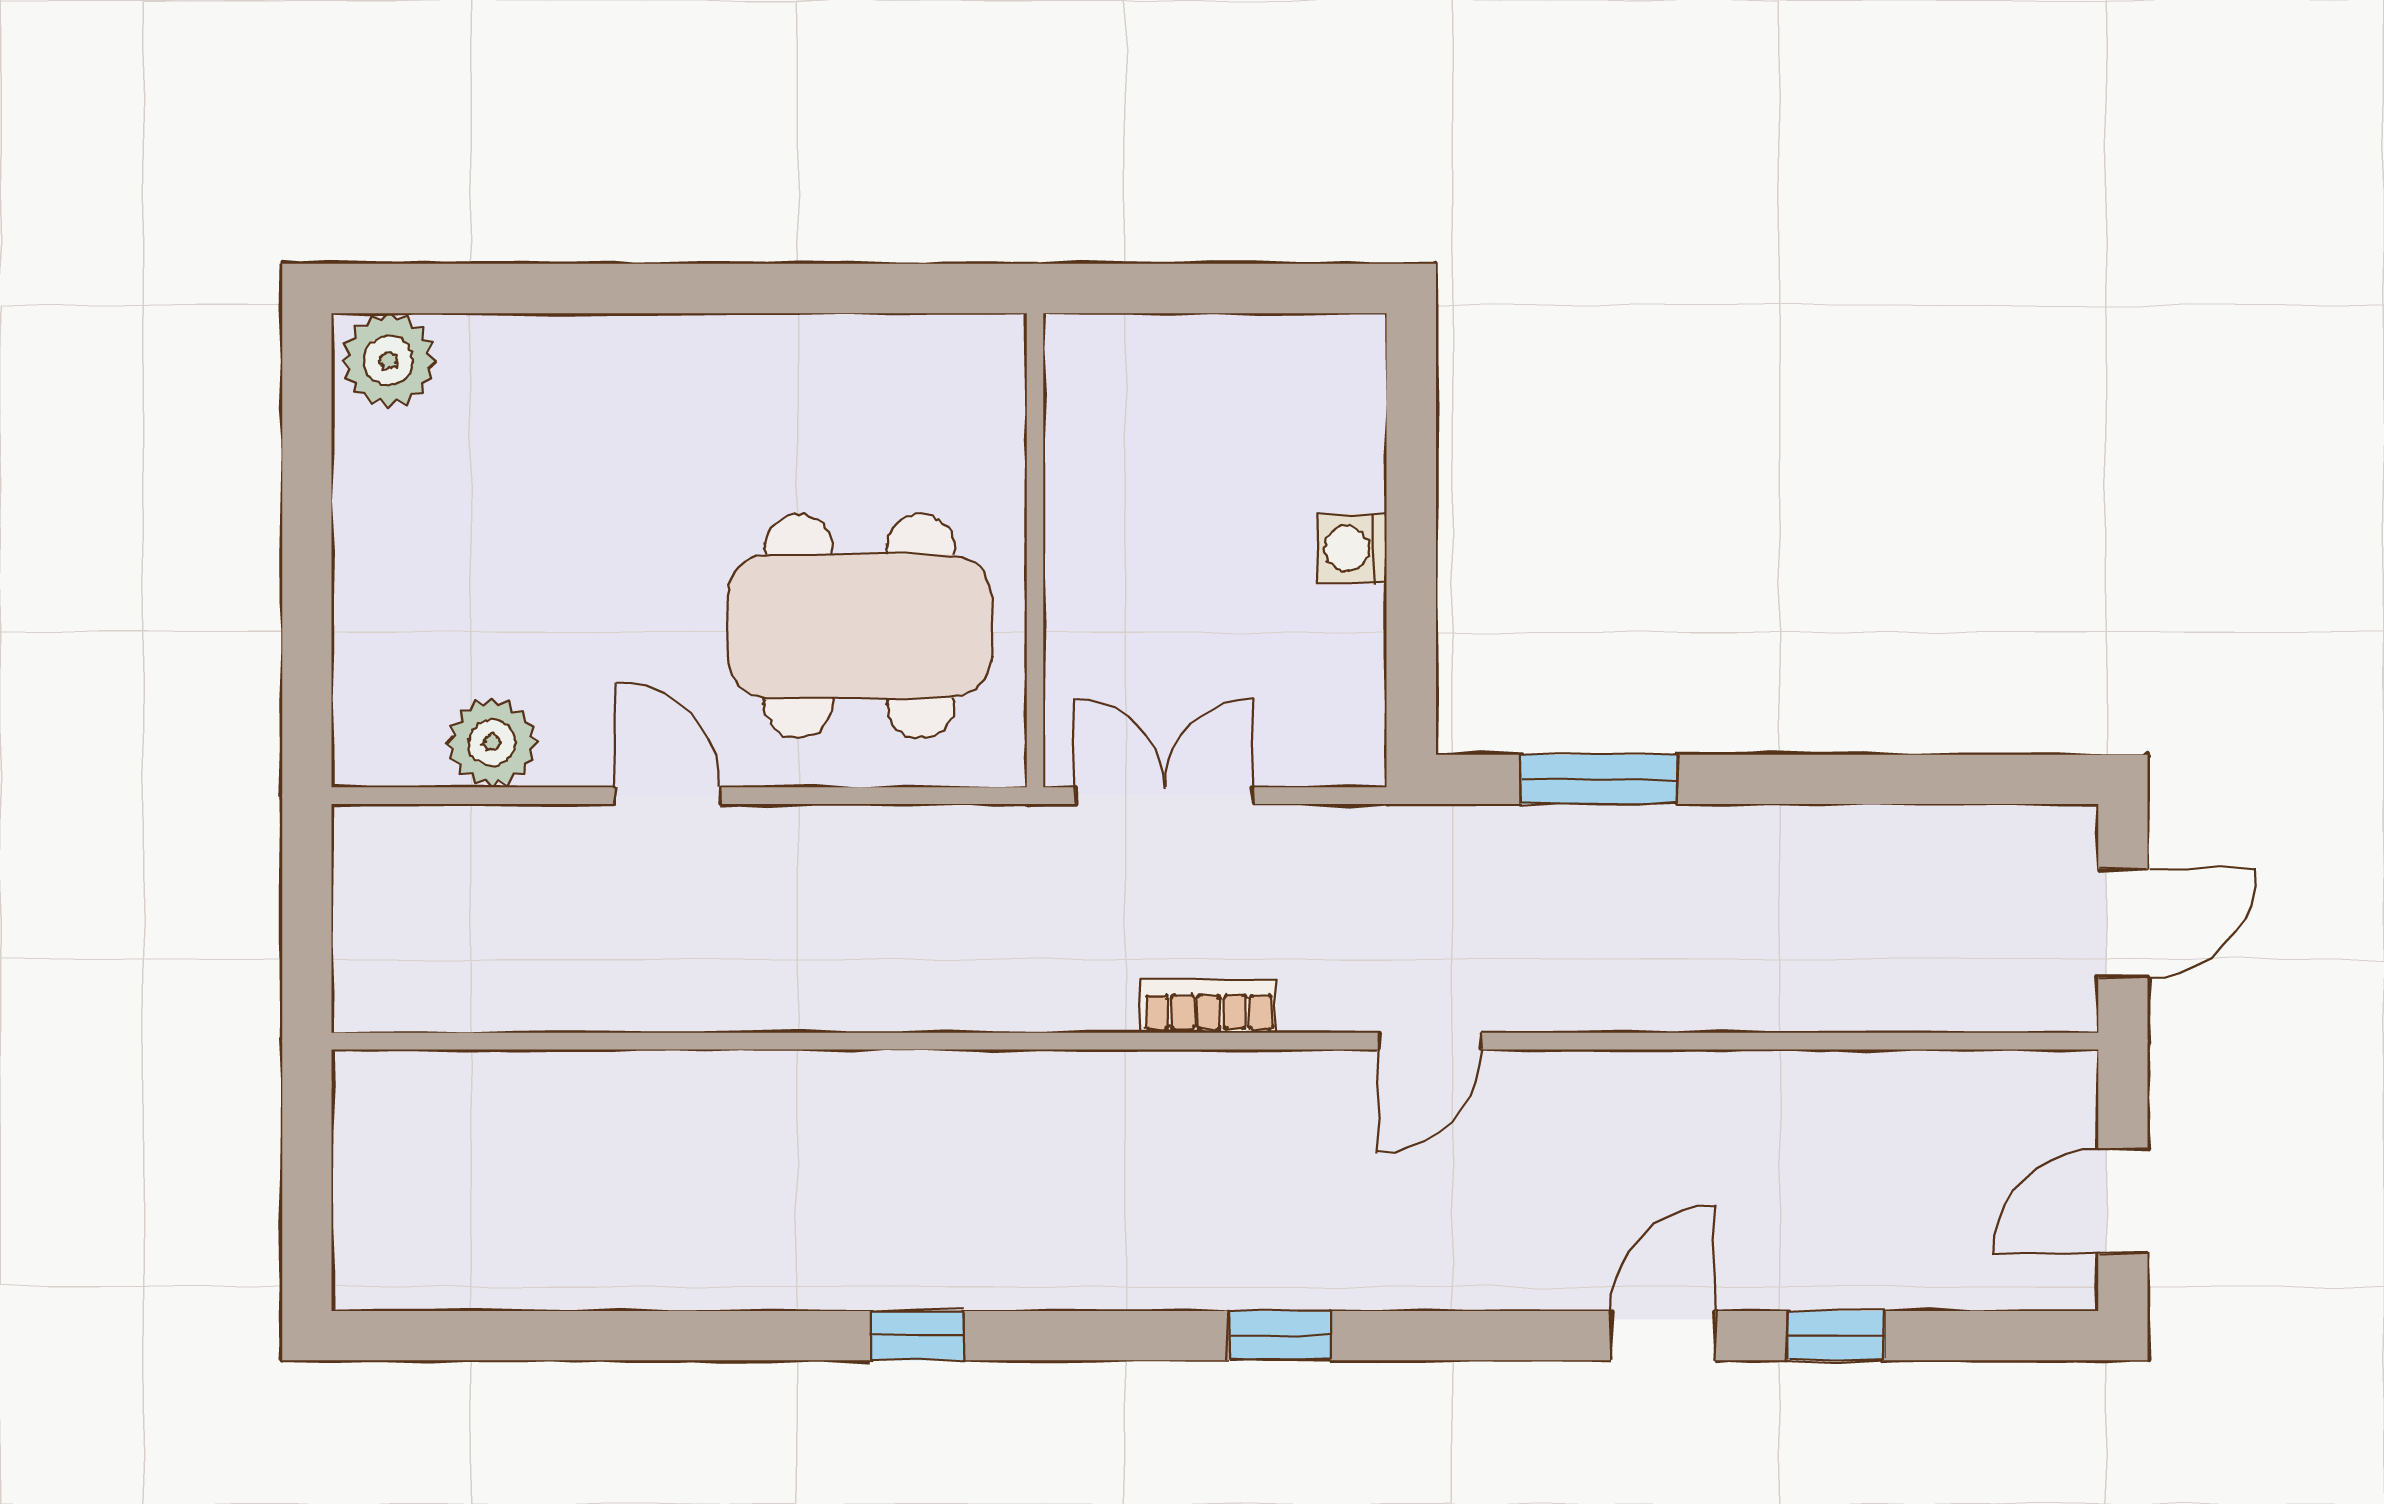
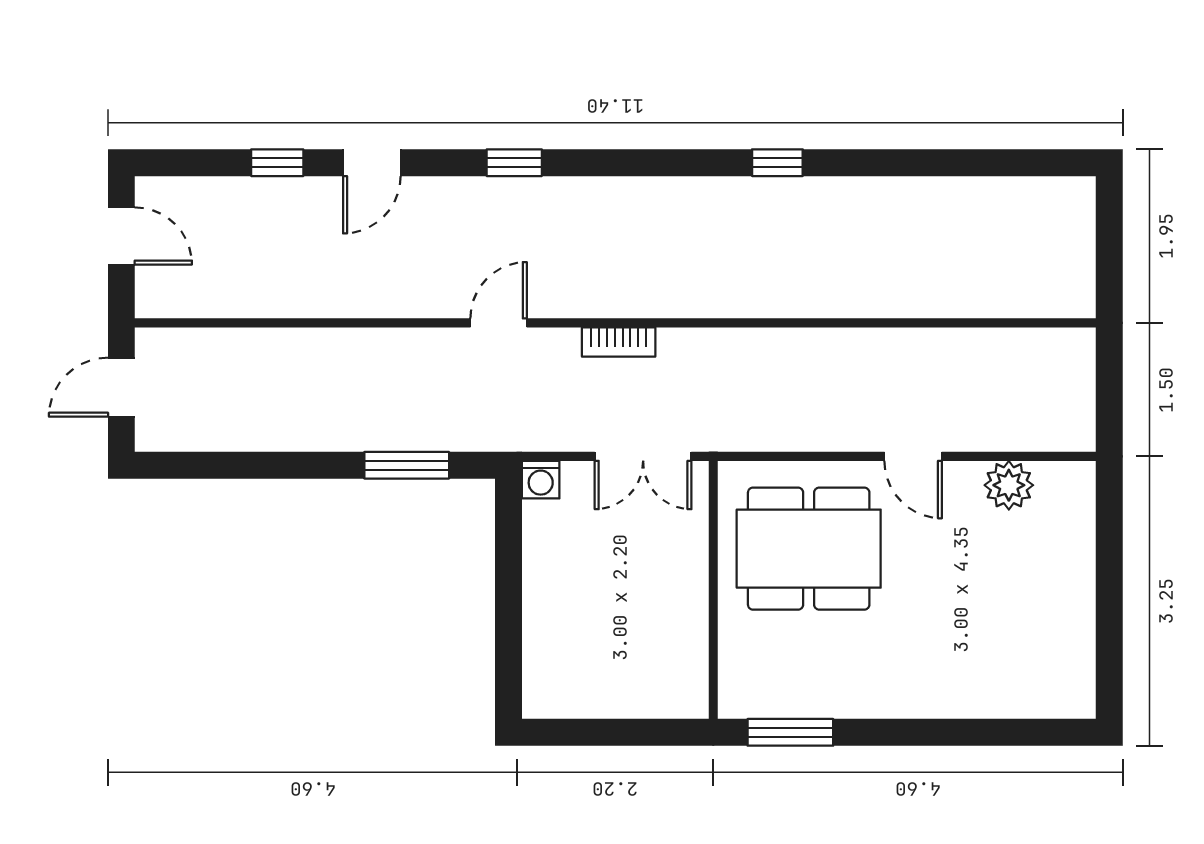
window: (893, 289) -> (790, 732), added
plant: (388, 360) -> (1065, 693), removed
washing machine: (1352, 549) -> (541, 480), moved, turned 90
door: (2123, 1201) -> (121, 236), hinge flipped
window: (1280, 1336) -> (514, 163), moved

